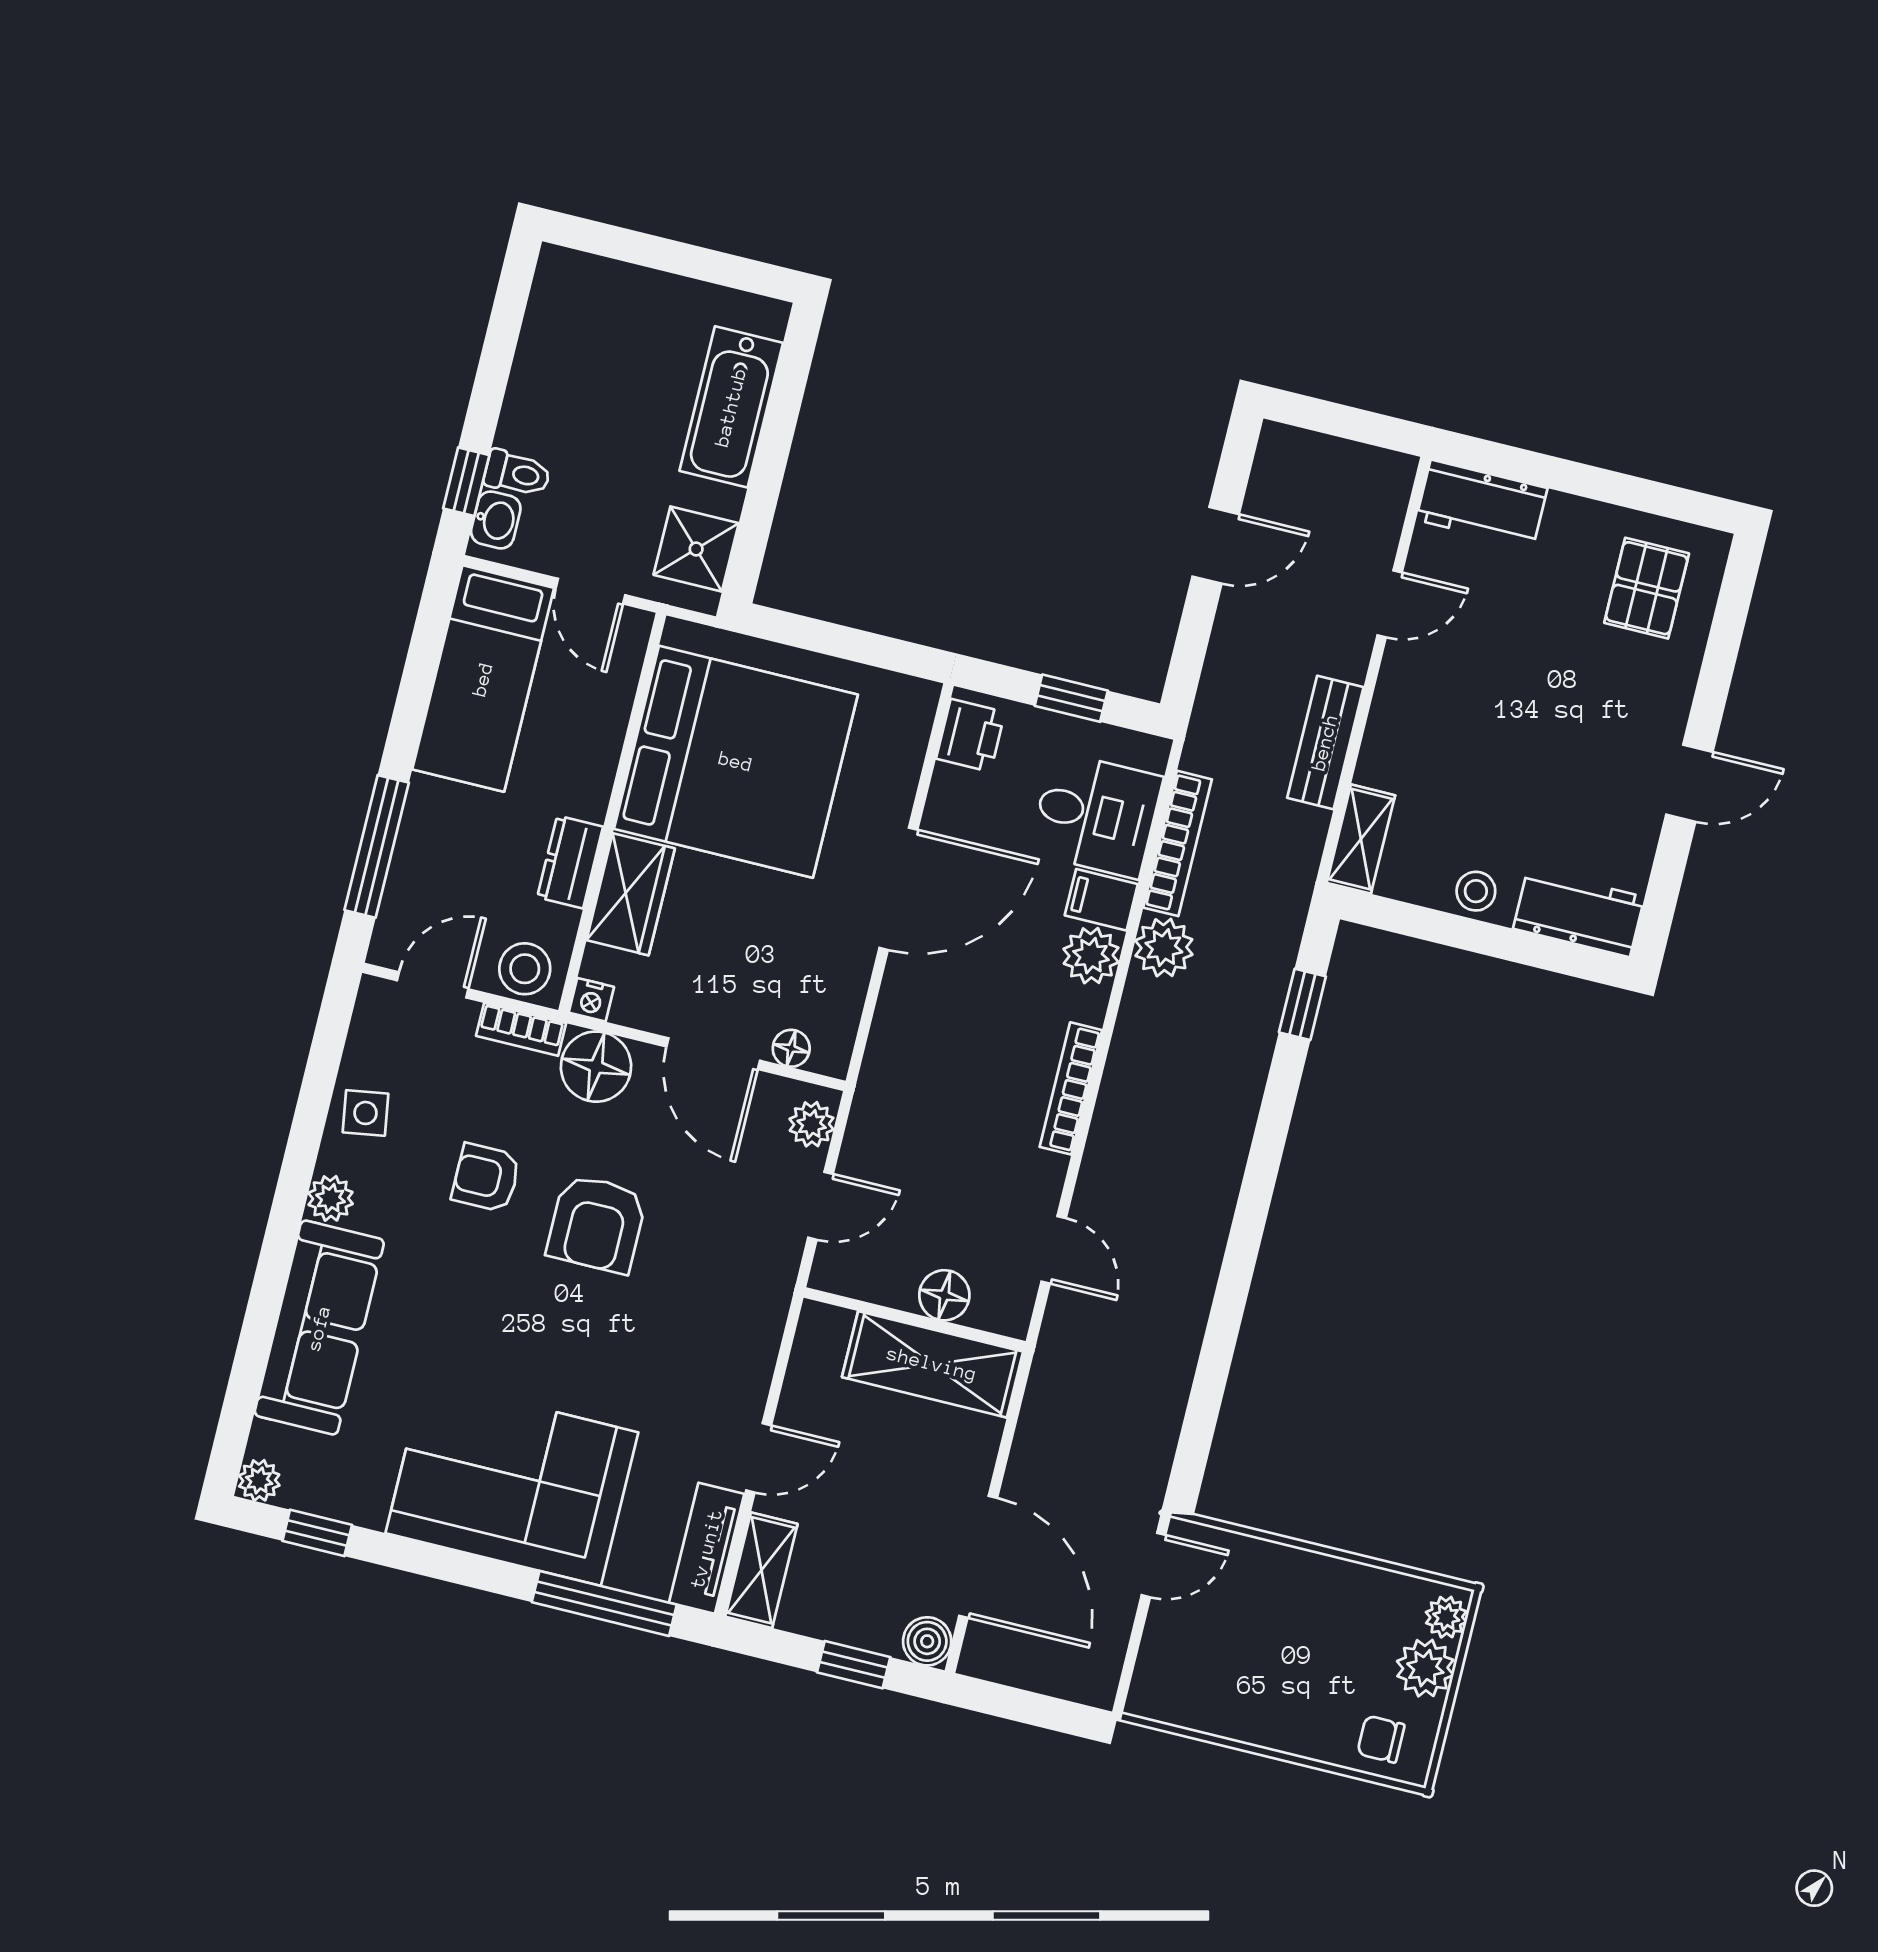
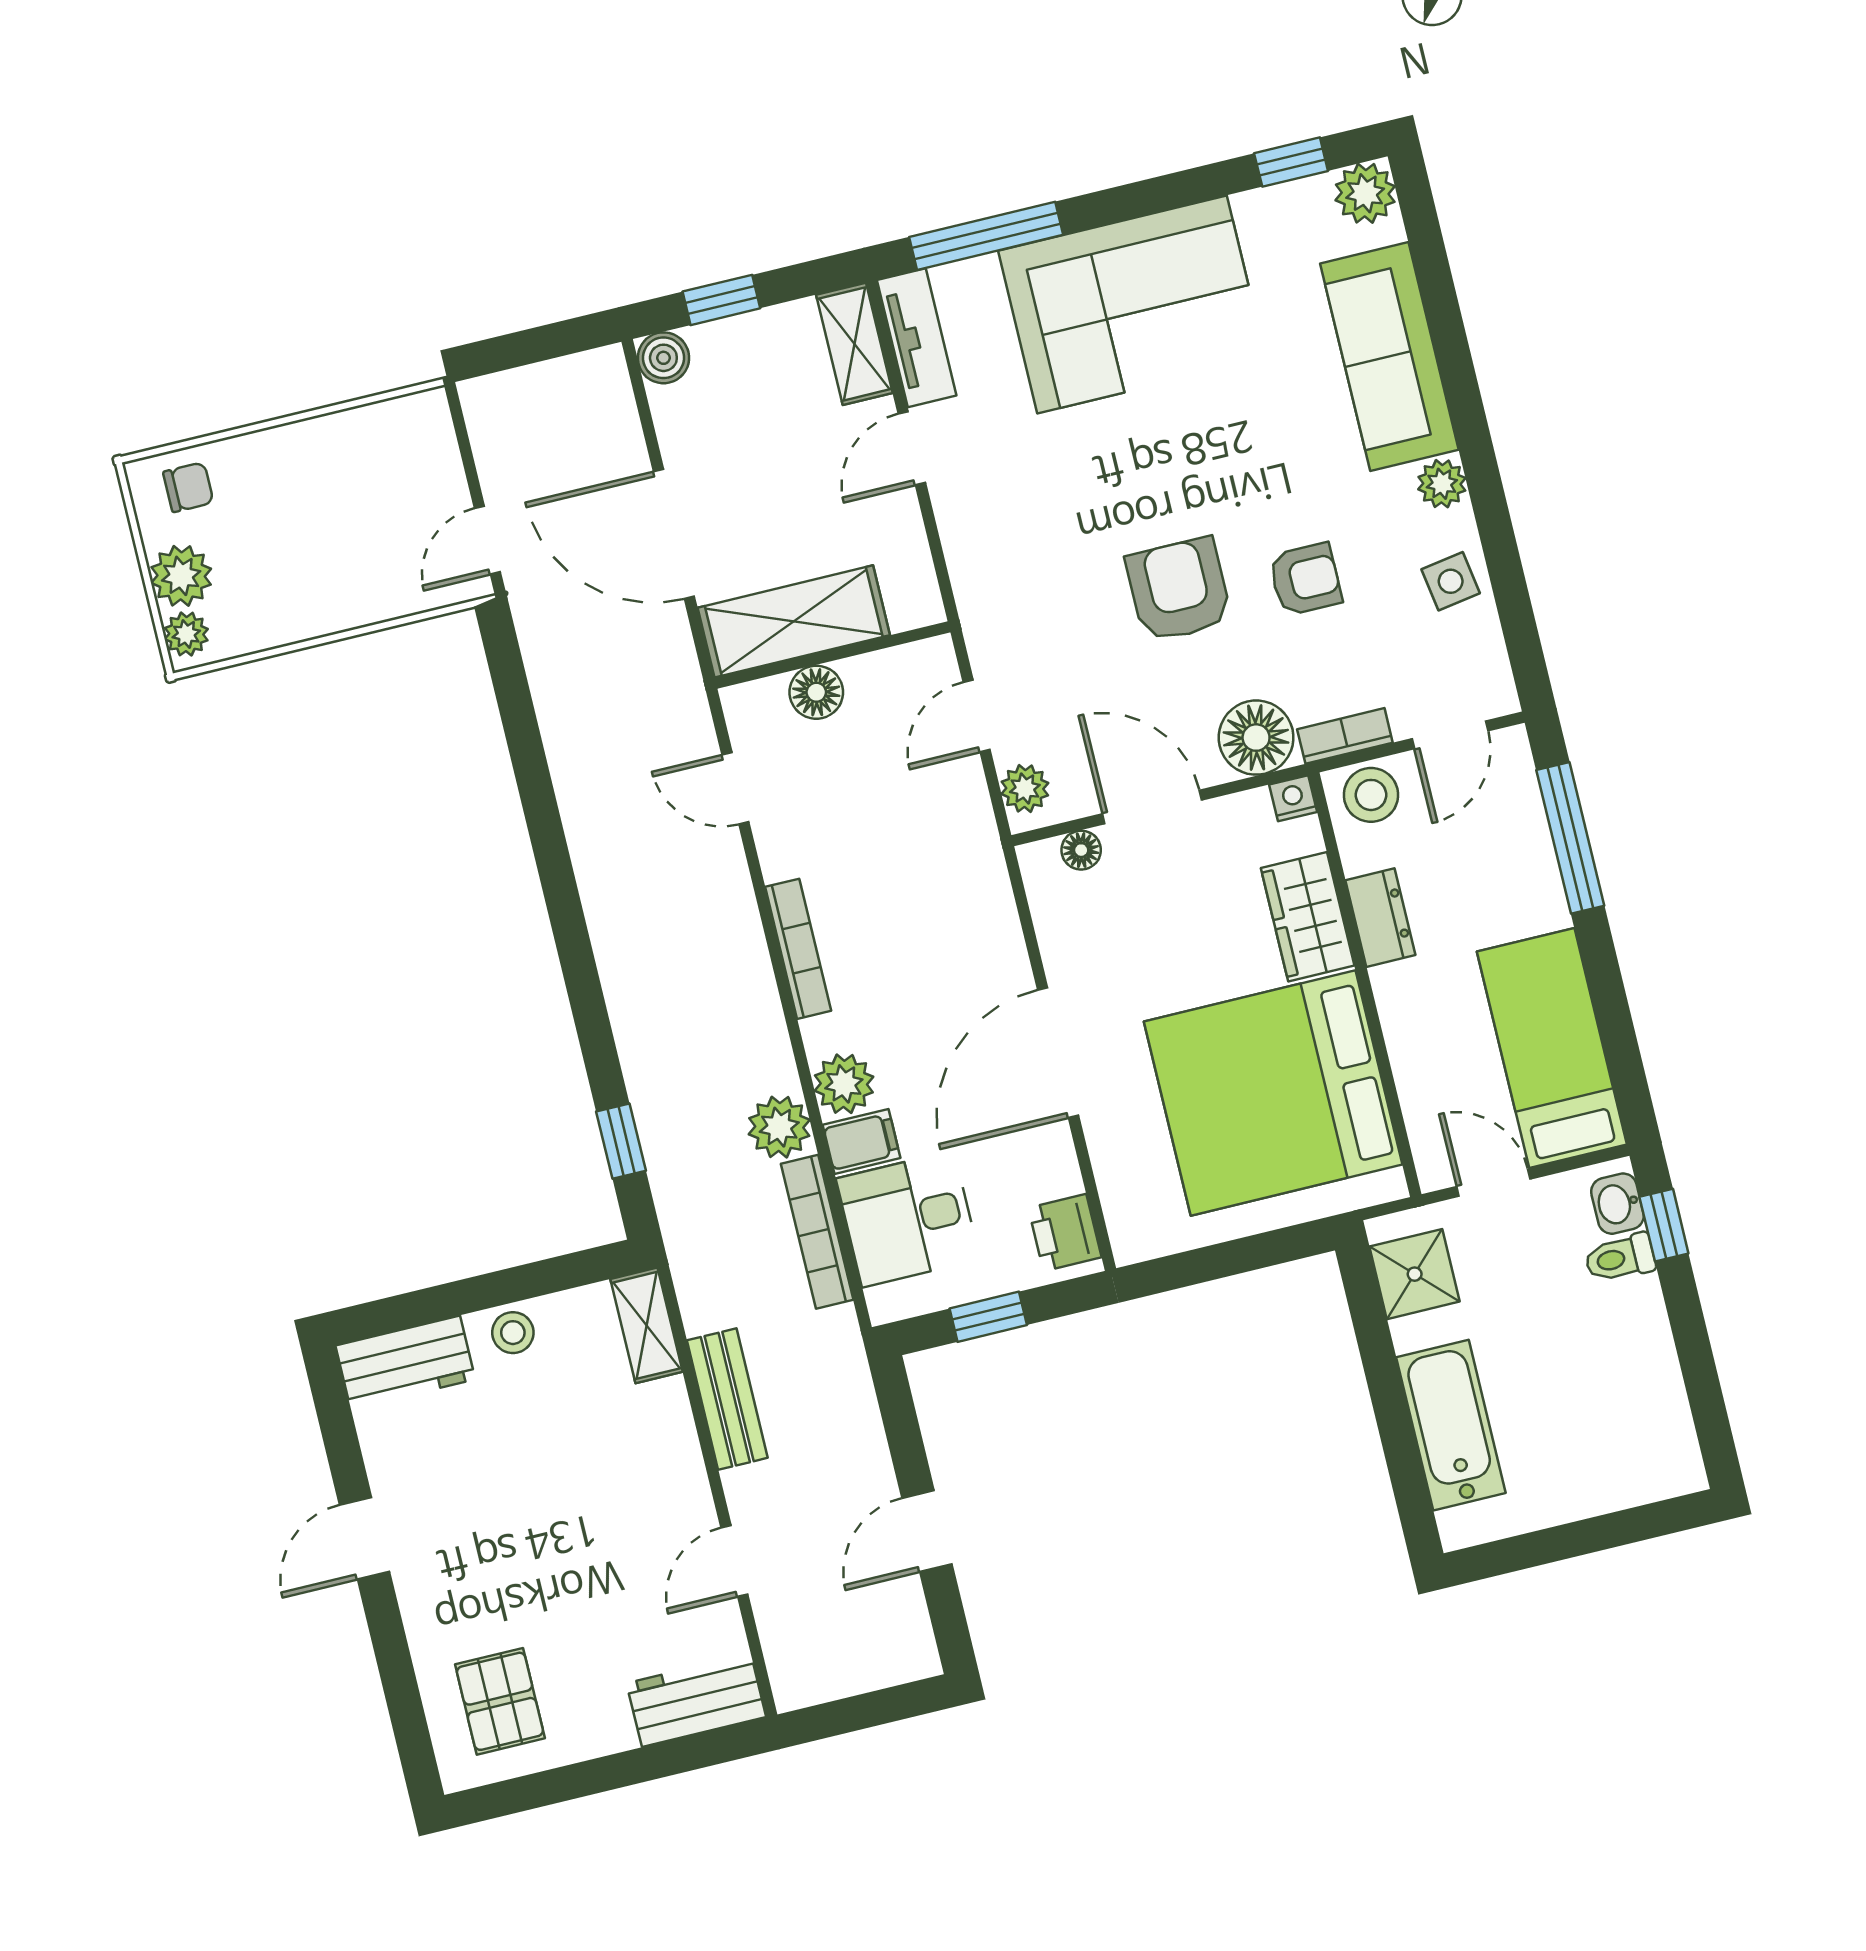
plant: (259, 1480) -> (1365, 193), width x1.38, depth x1.38
door: (978, 1557) -> (674, 534), moved

